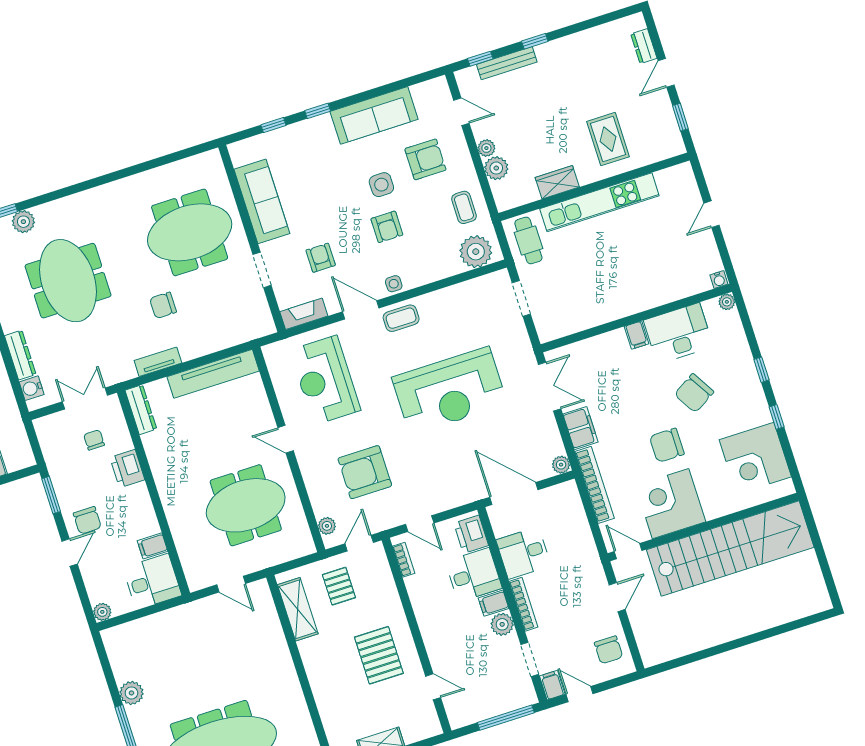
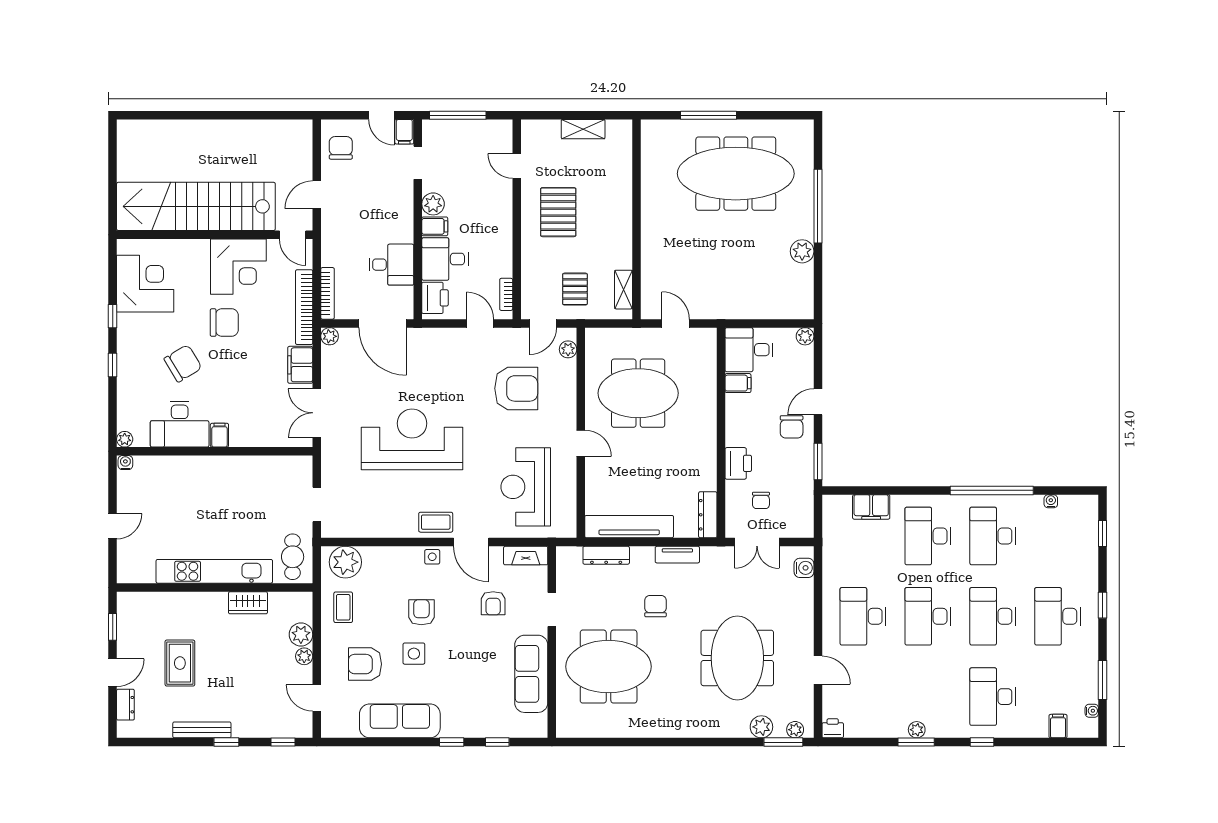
bench: (507, 63) -> (202, 730), moved
rug: (608, 139) -> (180, 663), moved
chair: (163, 305) -> (656, 606), turned -90
dresser: (20, 355) -> (606, 555), moved, turned -90
reception desk: (325, 380) -> (526, 487), turned 180
chair: (87, 520) -> (792, 427), turned 180
bookcase: (523, 604) -> (328, 293), moved, turned 180
shelving: (298, 609) -> (624, 290), width x0.67, depth x0.75

